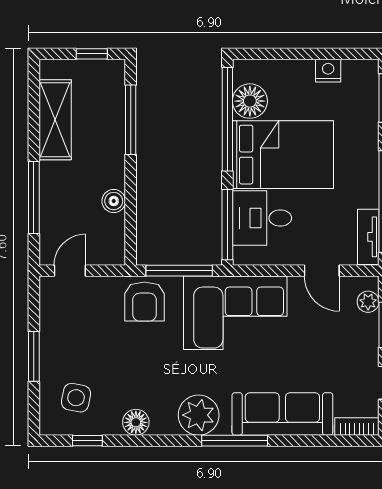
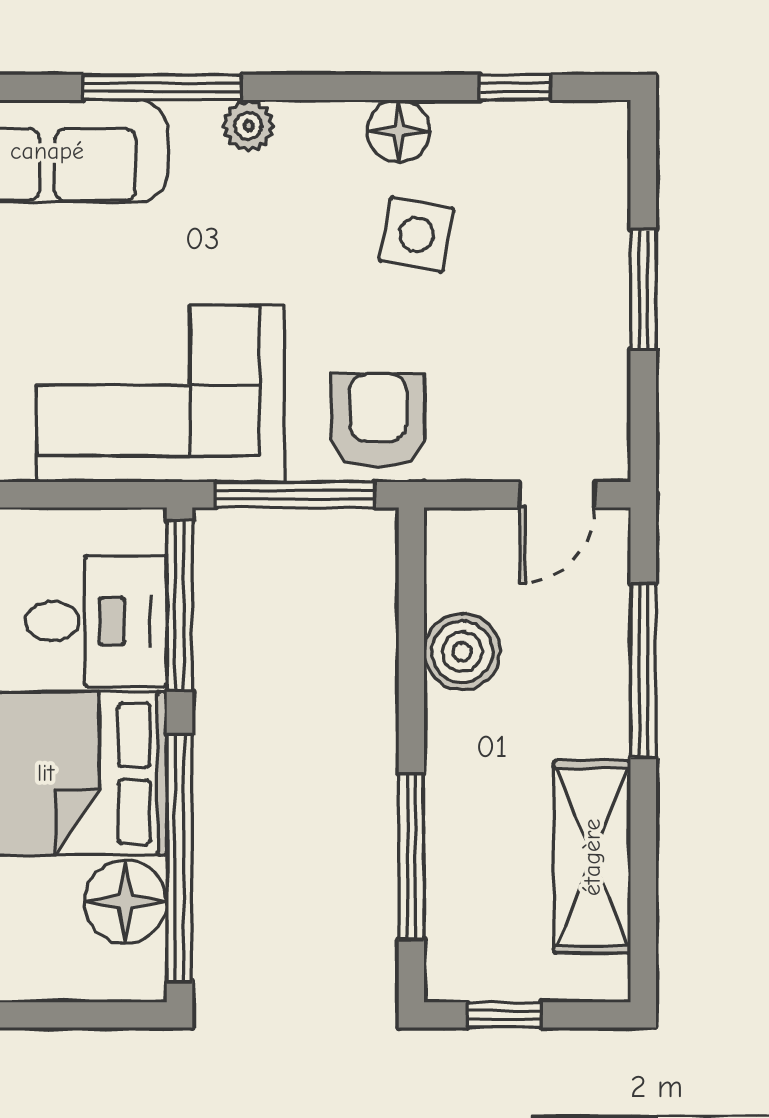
boiler: (114, 201) -> (462, 652), width x1.36, depth x1.36
side table: (76, 398) -> (417, 235), moved
plant: (199, 415) -> (248, 126), width x0.53, depth x0.53

